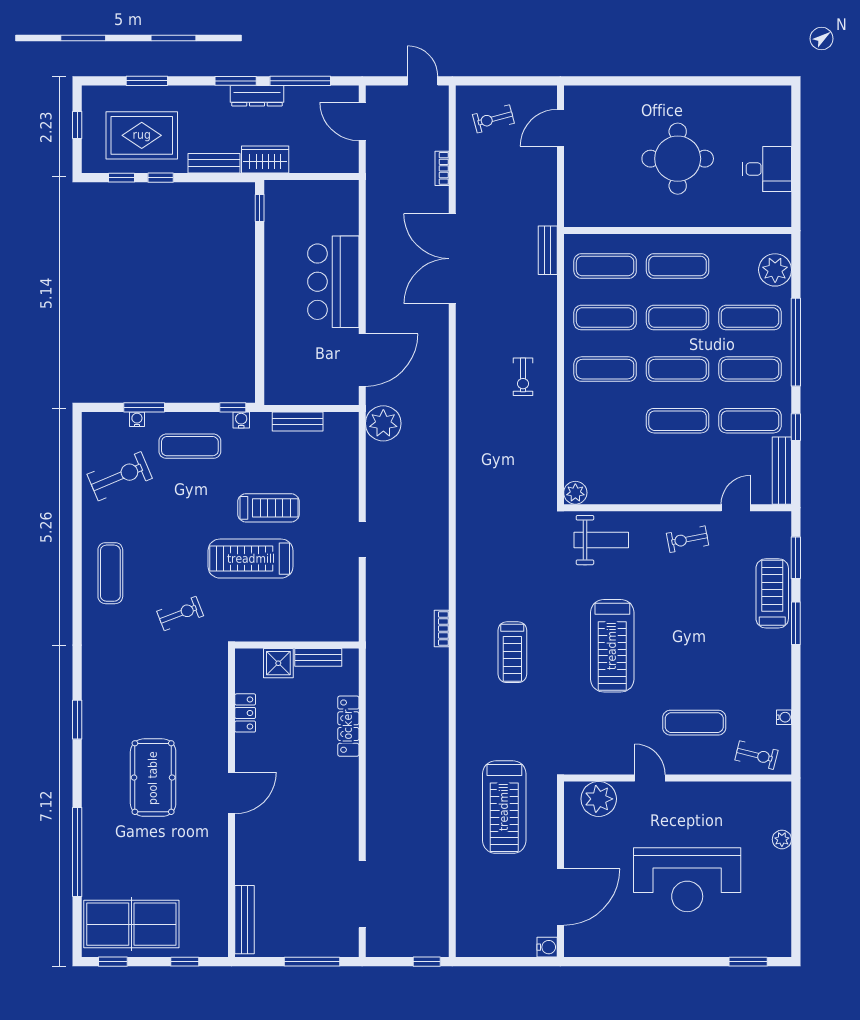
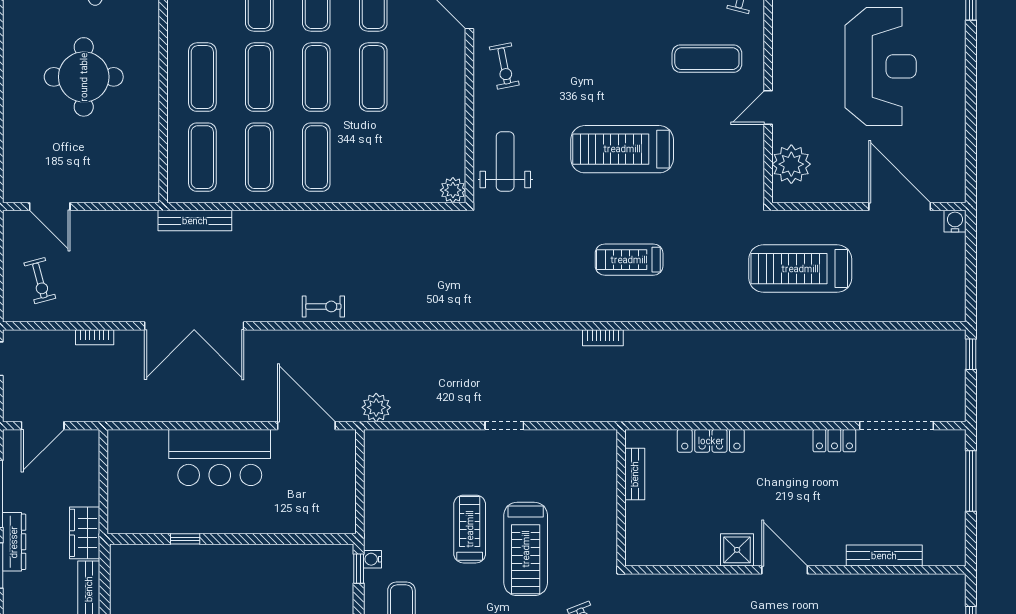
window: (260, 208) -> (185, 539), moved
bench: (548, 250) -> (195, 221), width x1.36
exercise bike: (523, 377) -> (323, 306), moved
bench: (298, 422) -> (374, 497), removed
plant: (383, 423) -> (376, 407), width x0.73, depth x0.73
treadmill: (612, 646) -> (622, 149), turned 180
treadmill: (512, 652) -> (629, 260), turned 180
shower: (278, 663) -> (737, 550), moved
locker: (245, 713) -> (834, 441), moved, turned 180
exercise mat: (694, 723) -> (707, 59), turned 90
treadmill: (504, 807) -> (800, 269), turned 180
bench: (245, 920) -> (884, 556), moved

